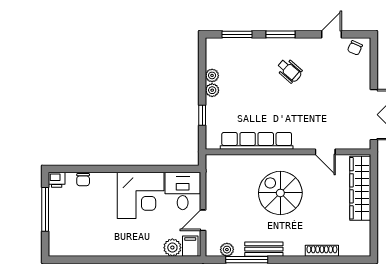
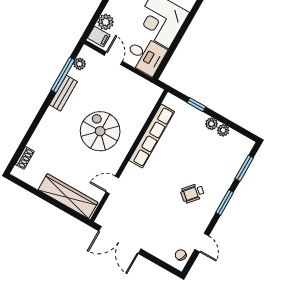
spiral stairs: (280, 193) -> (100, 131), turned -90
shoe rack: (322, 251) -> (25, 158), moved, width x0.70

